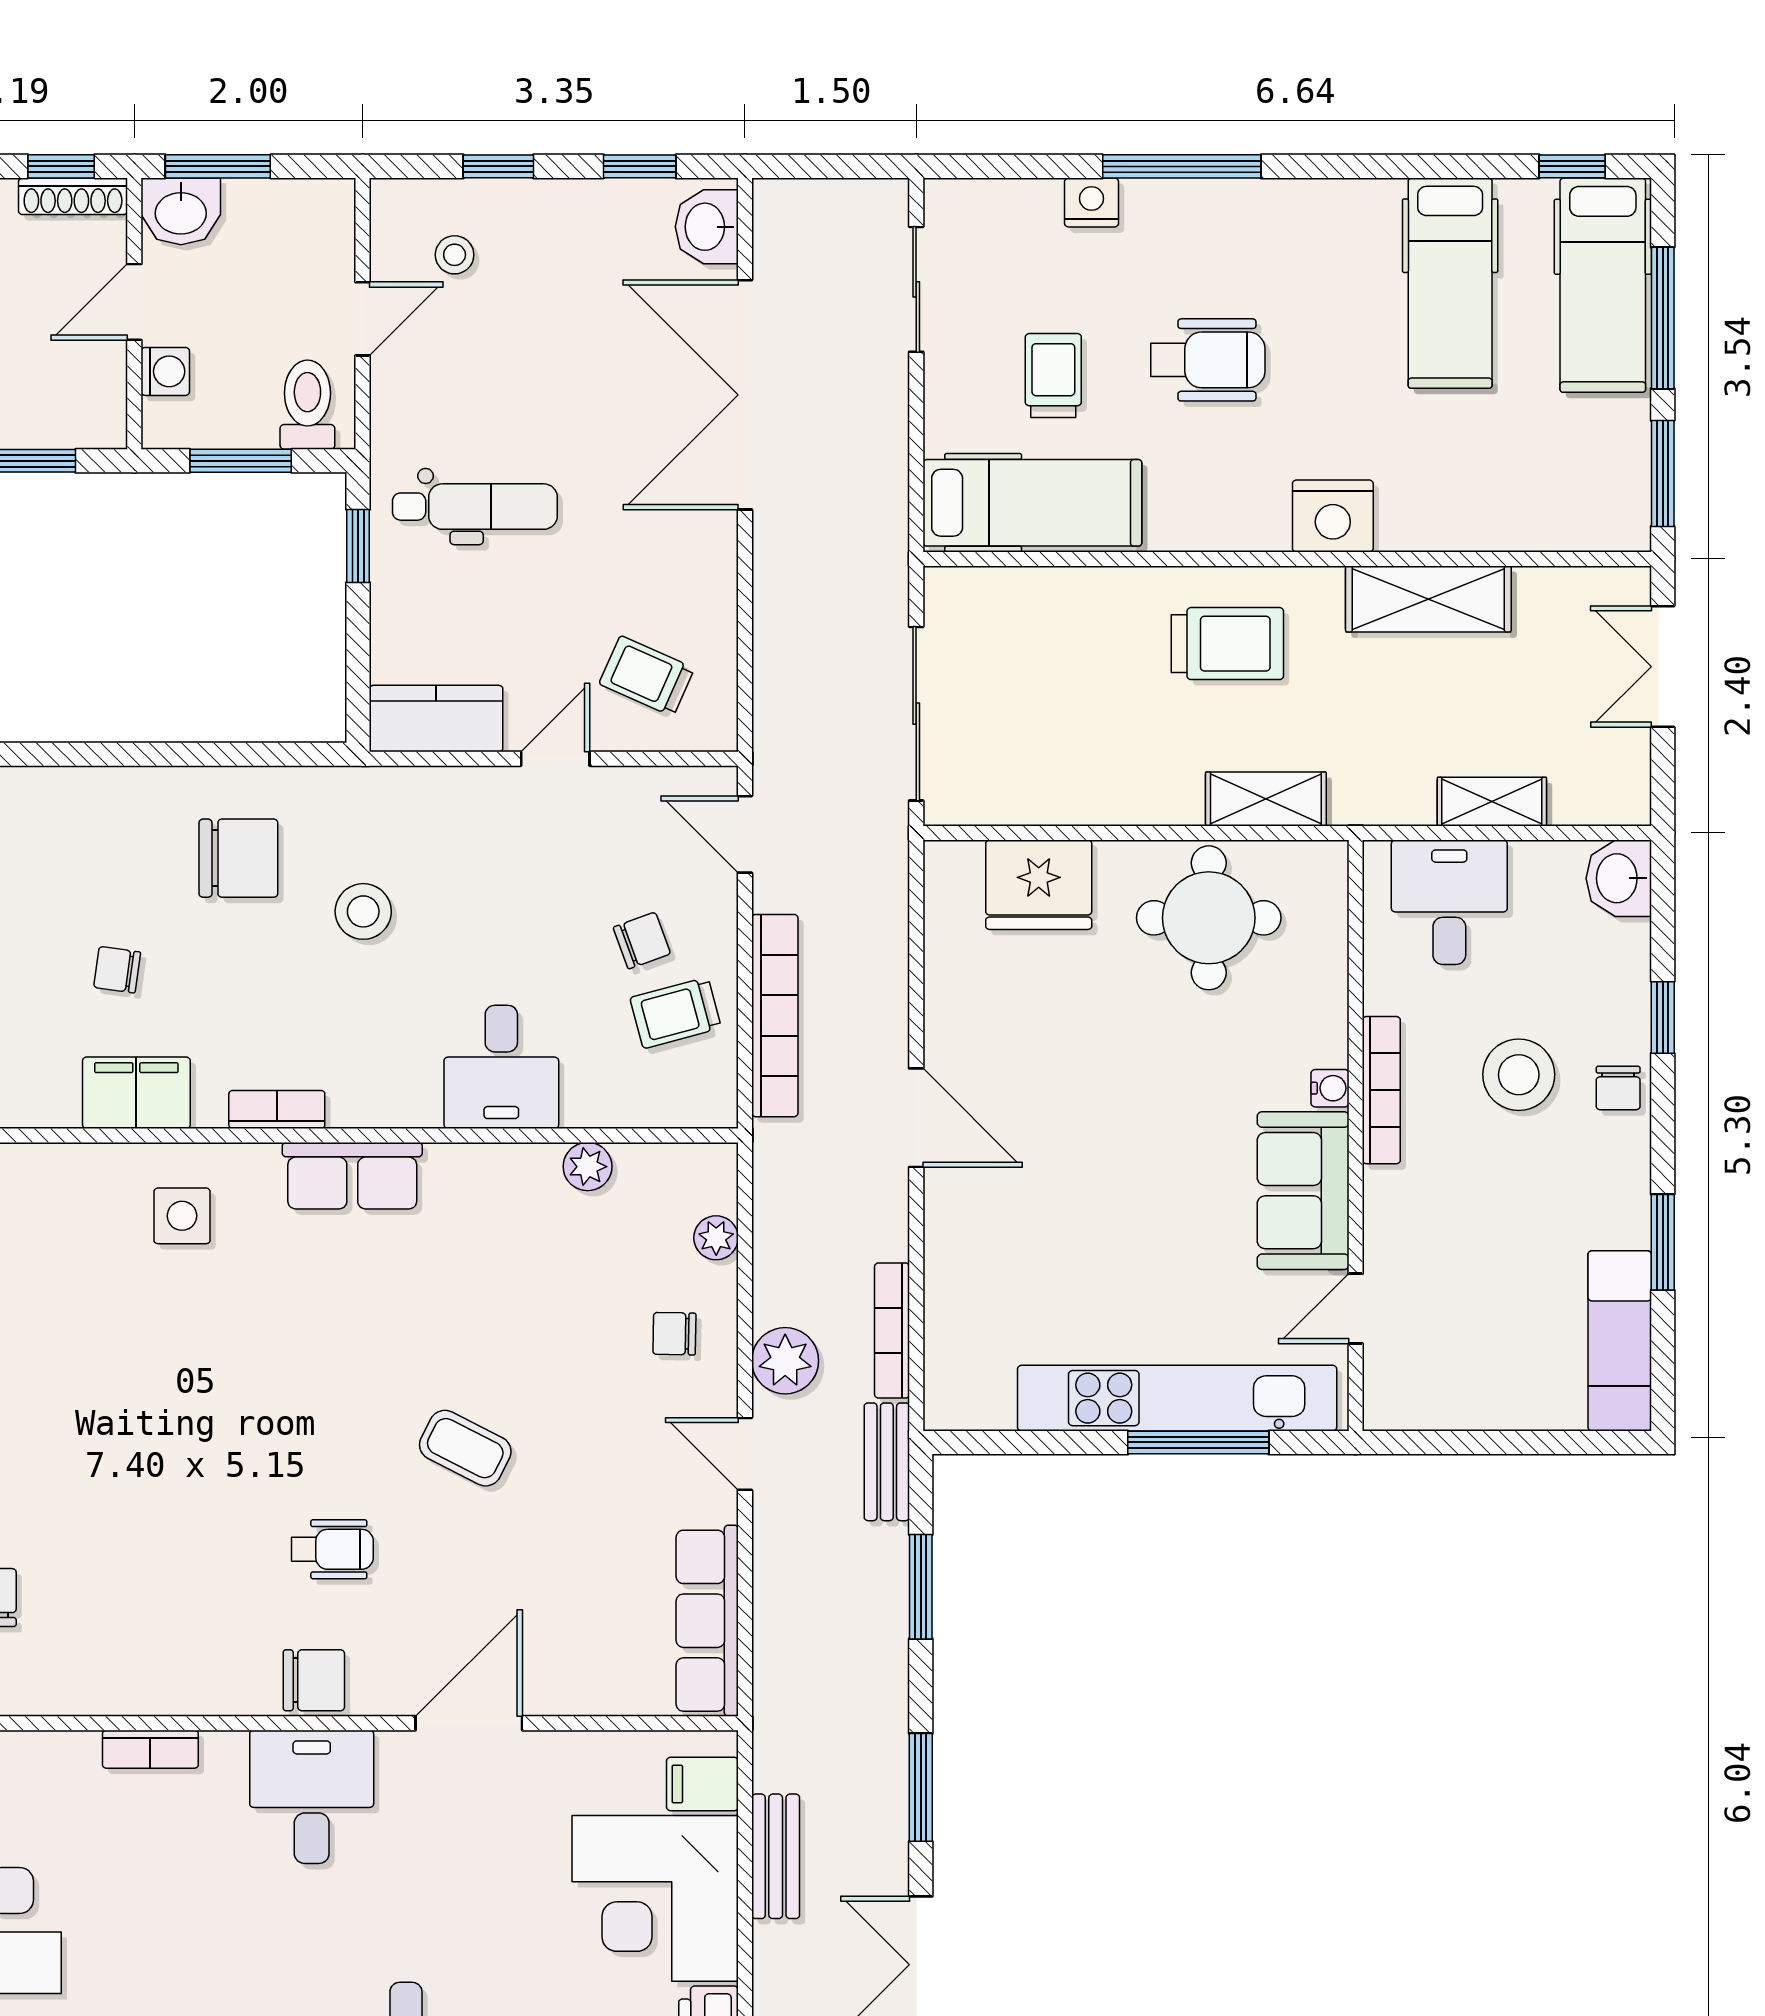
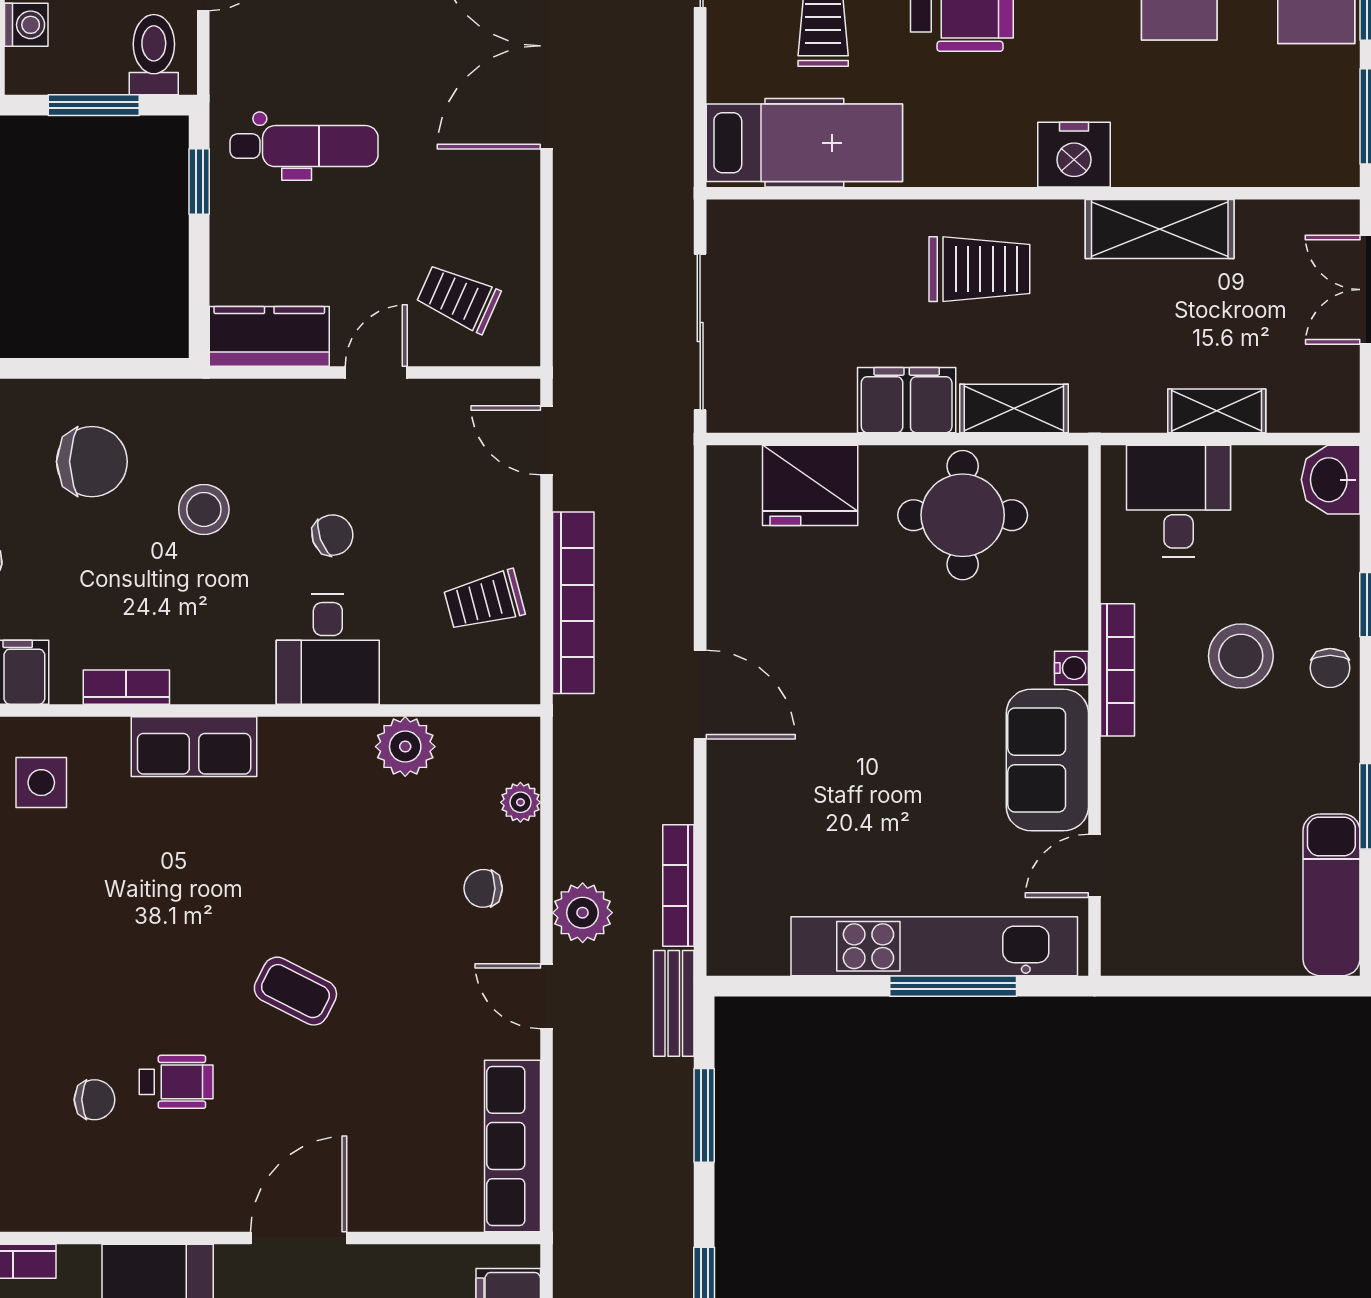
filing cabinet: (1146, 790) -> (907, 400), added
chair: (642, 941) -> (332, 535), moved
plant: (588, 1167) -> (405, 747), width x1.38, depth x1.38
chair: (314, 1680) -> (95, 1100), moved, width x0.73, depth x0.73

